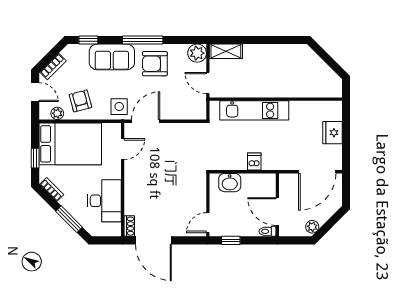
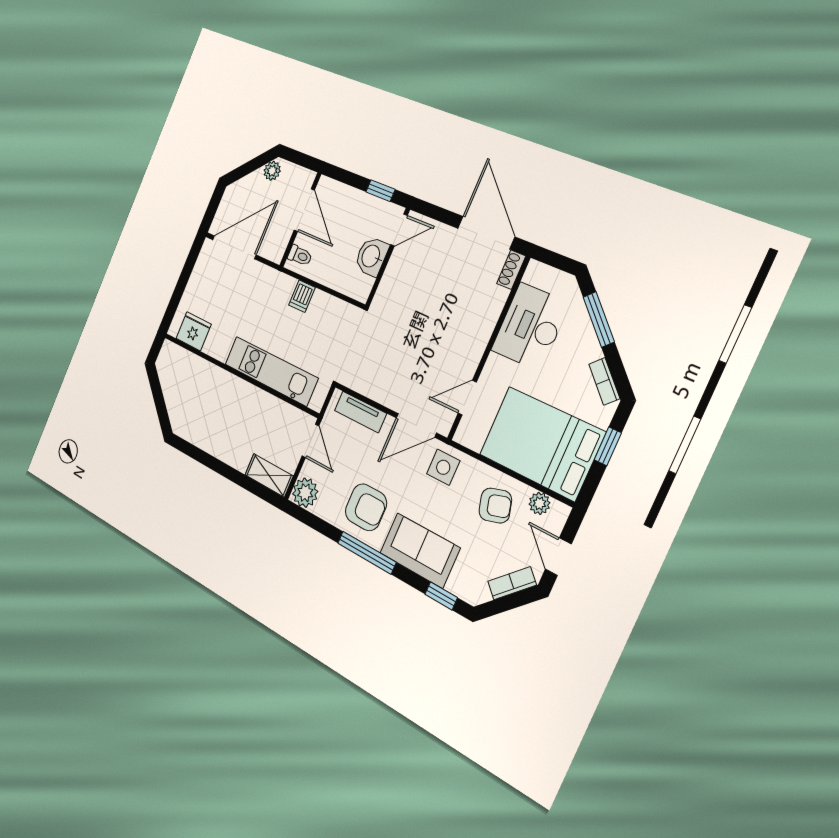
armchair: (80, 101) -> (495, 506), turned -91
tv unit: (184, 113) -> (360, 412), added
fridge: (332, 133) -> (194, 331), moved, turned -90
washbasin: (230, 183) -> (371, 256), moved, turned -90
toilet: (267, 231) -> (300, 256), moved

